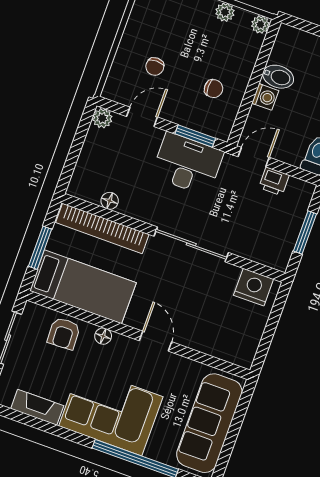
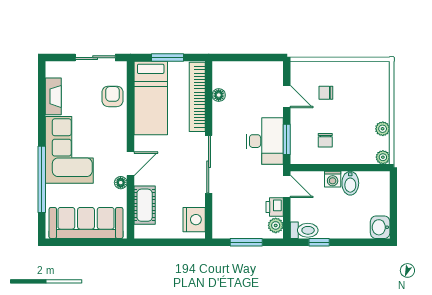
plant: (102, 118) -> (276, 225), moved
armchair: (64, 333) -> (113, 96), turned 92
floor lamp: (103, 336) -> (121, 183), moved
cot: (213, 342) -> (145, 205), added

